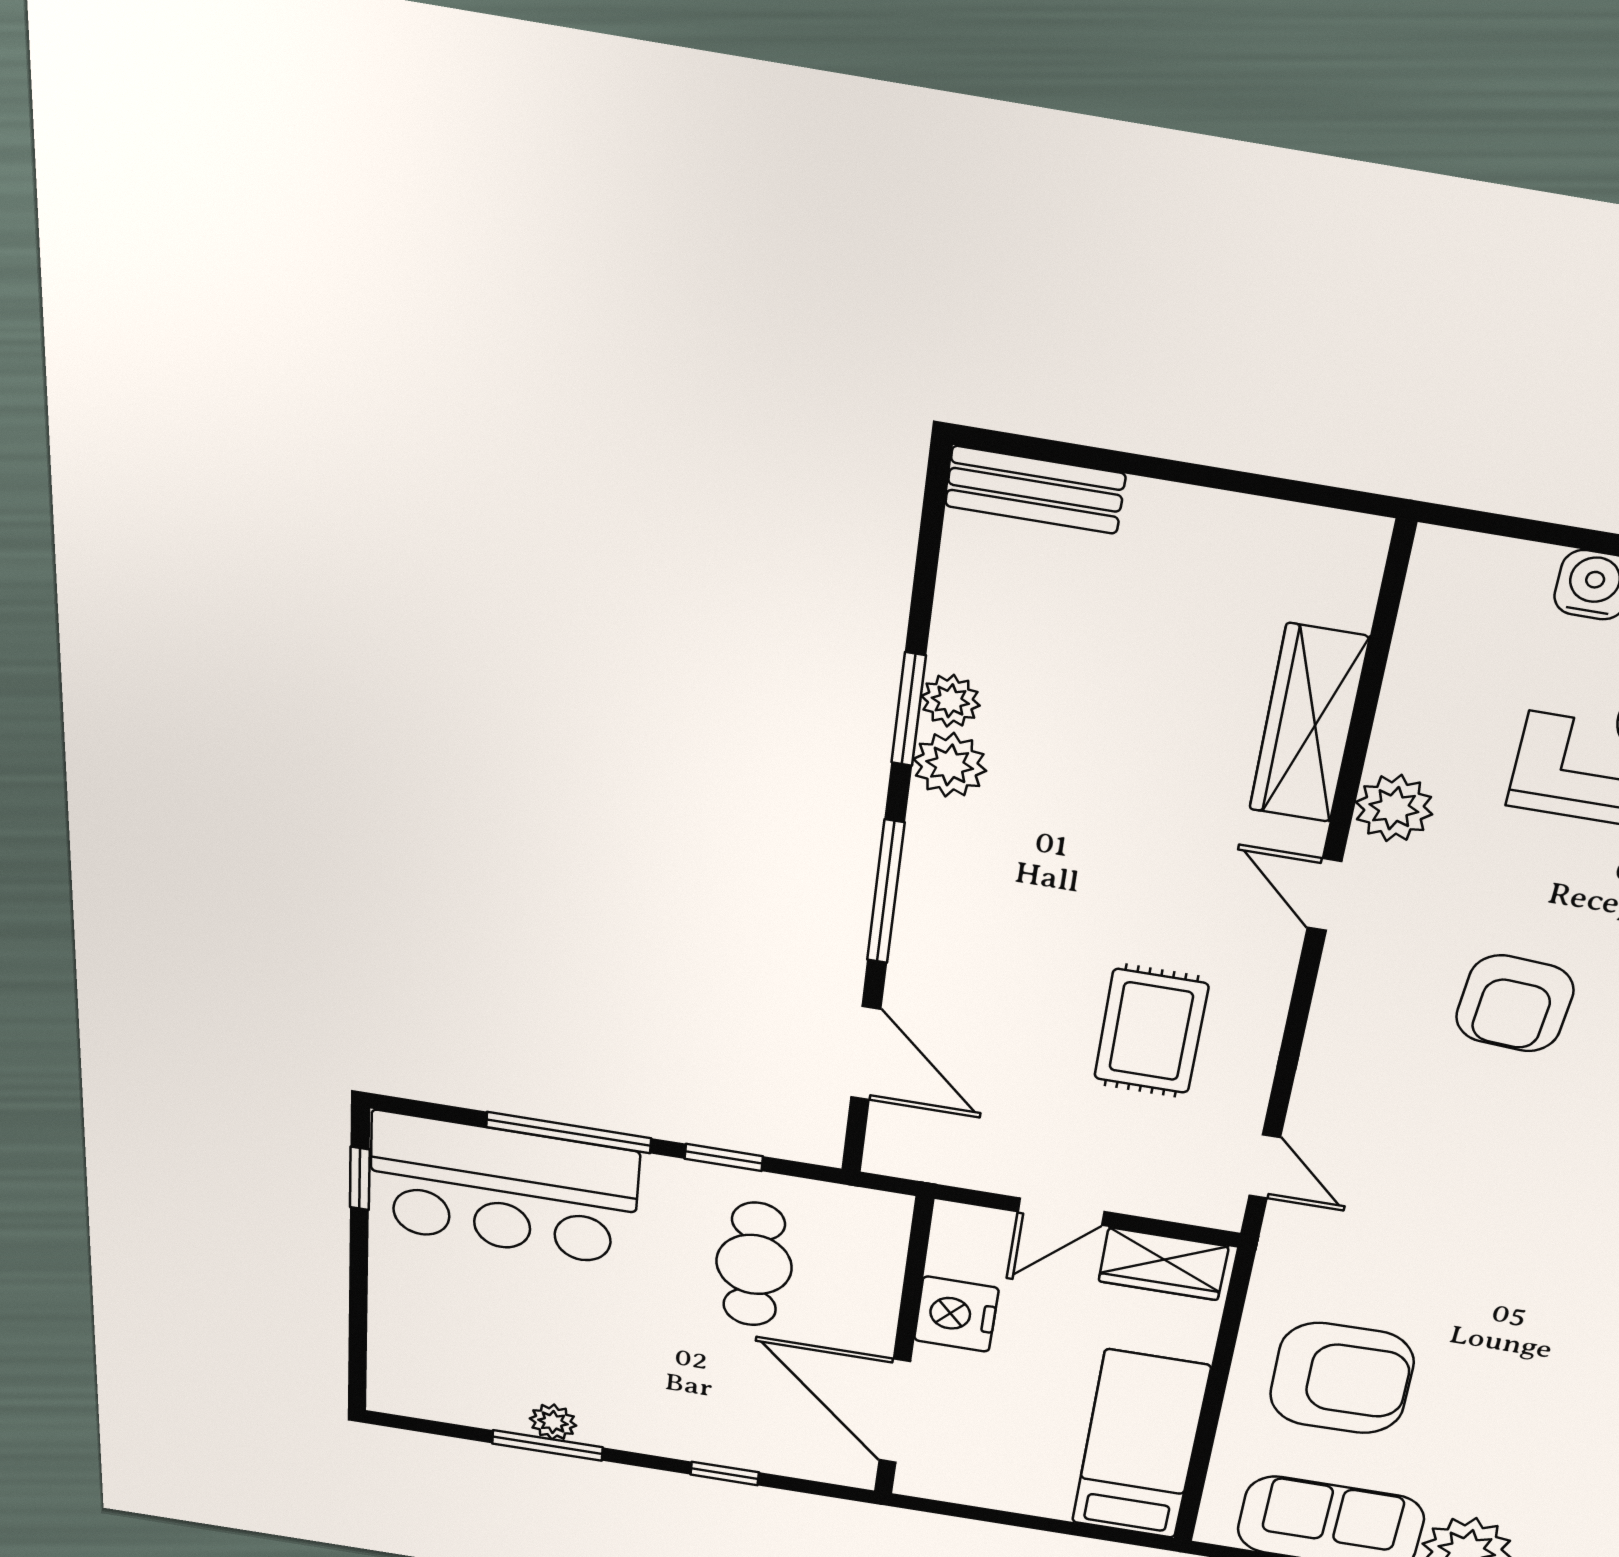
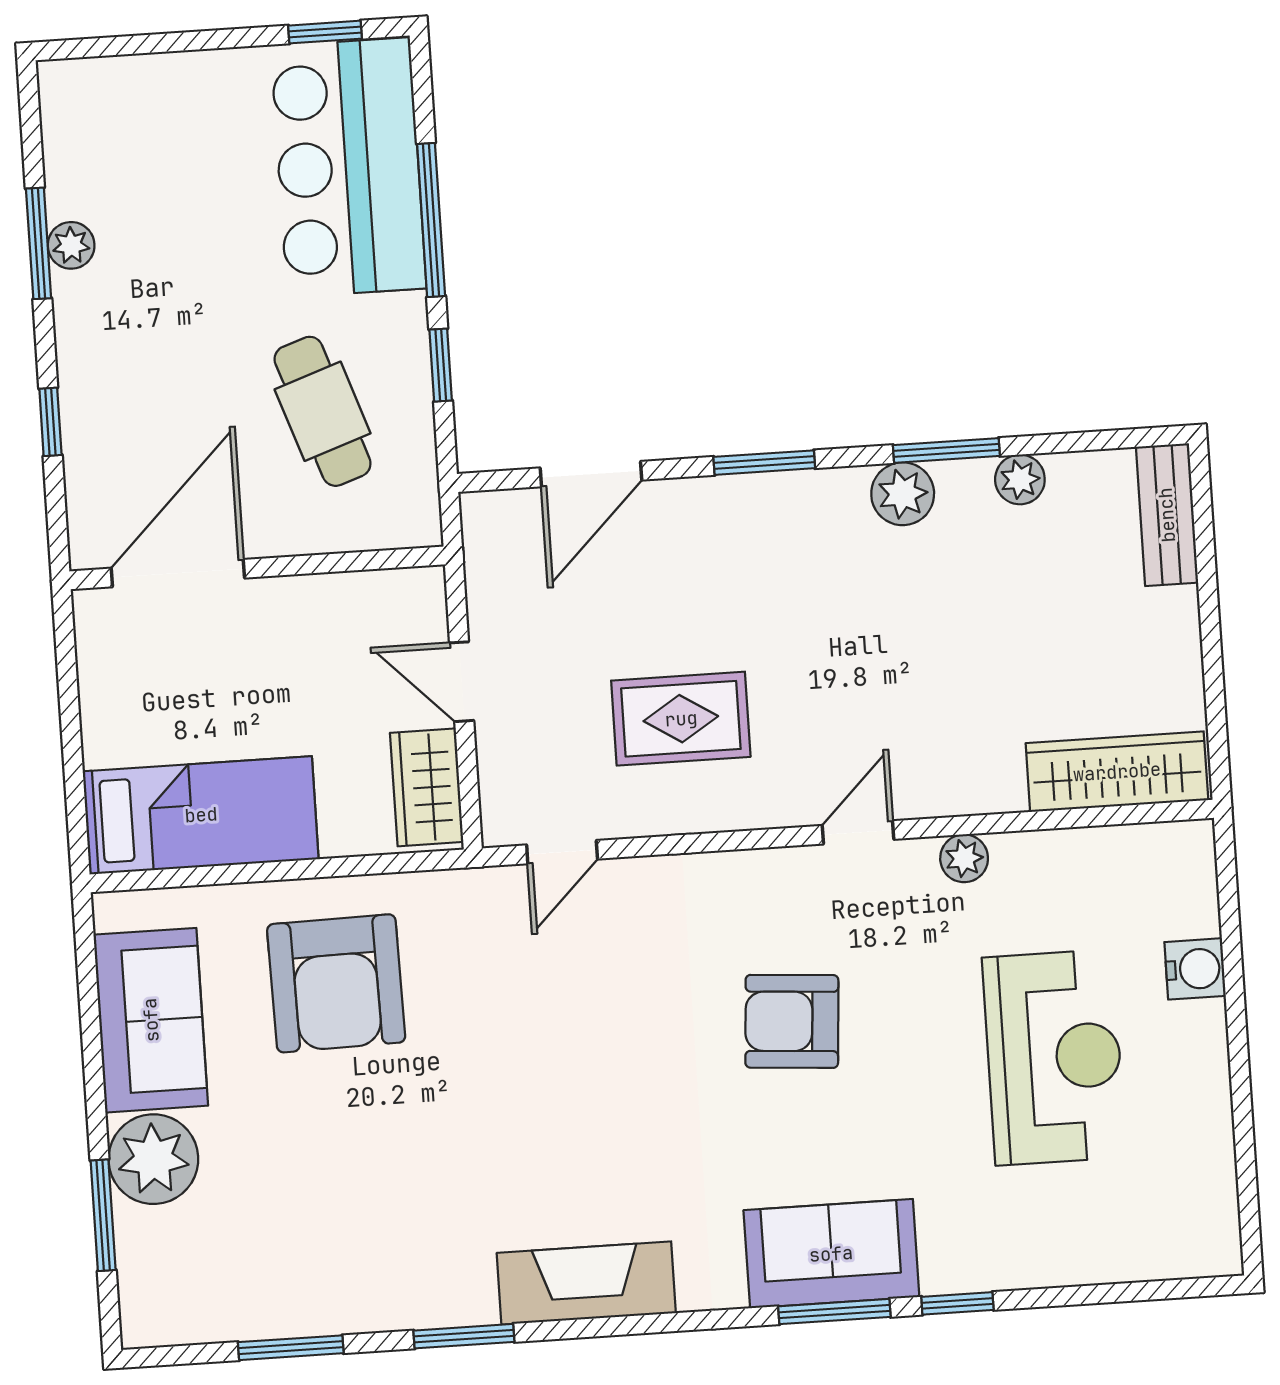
plant: (950, 701) -> (1020, 479), moved
wardrobe: (1309, 724) -> (1117, 772), moved
plant: (1394, 808) -> (964, 858), width x0.73, depth x0.73
window: (886, 892) -> (764, 463), width x0.69
cafe table: (754, 1264) -> (323, 411), turned 71
nightstand: (956, 1314) -> (315, 609), removed

